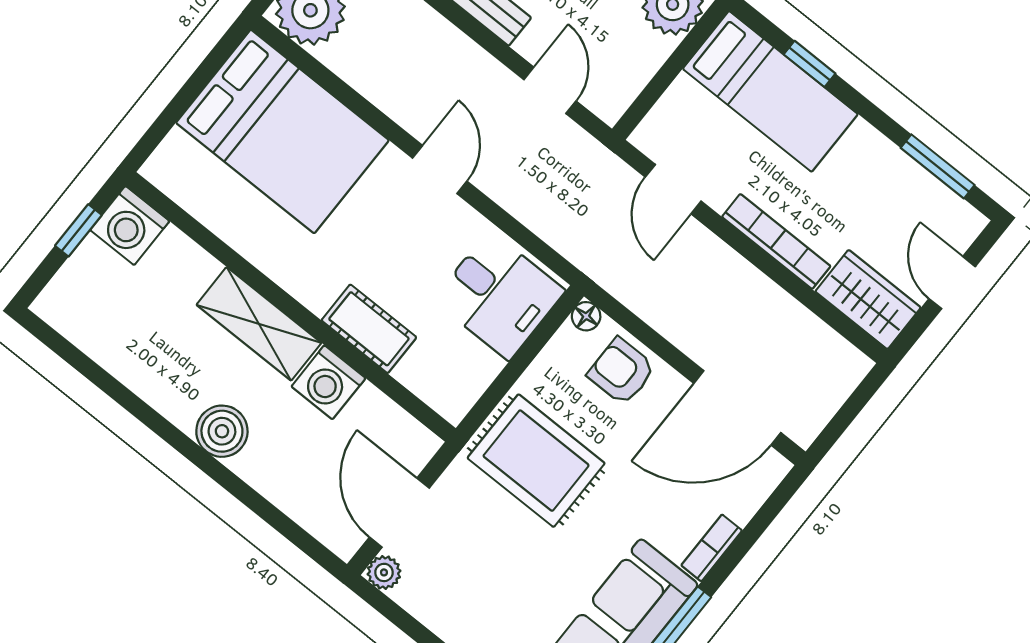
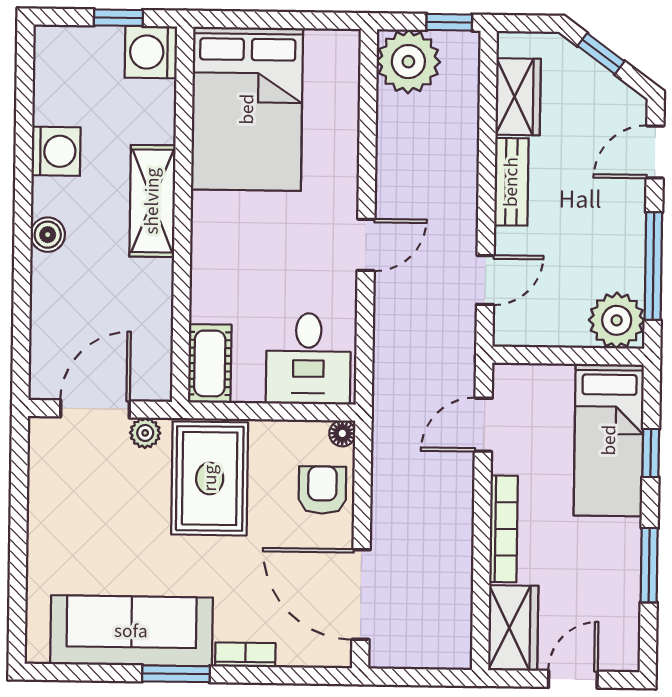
bed: (282, 131) -> (247, 109), moved
window: (938, 166) -> (649, 565), moved
cot: (369, 329) -> (210, 363), moved
washing machine: (328, 382) -> (56, 151), moved, turned 180
boiler: (222, 431) -> (48, 235), width x0.73, depth x0.73
plant: (384, 572) -> (145, 433), moved

